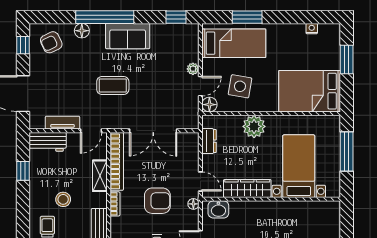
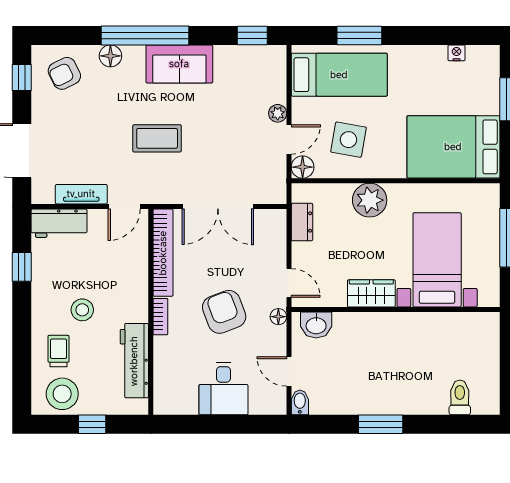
shelving: (100, 176) -> (138, 274), removed
wardrobe: (247, 188) -> (371, 293), width x0.67
armchair: (157, 201) -> (224, 312), turned -111

